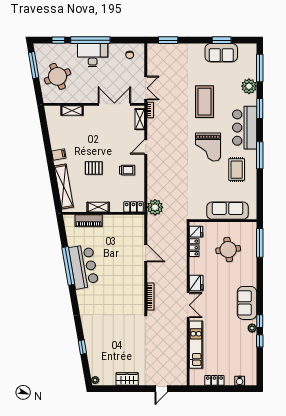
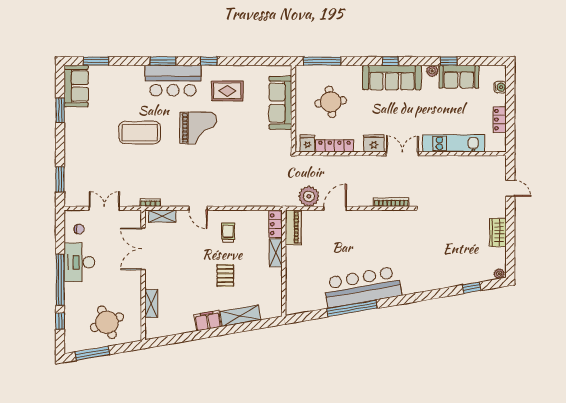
sofa: (221, 53) -> (76, 86), moved
desk: (93, 55) -> (79, 262), moved
window: (260, 68) -> (96, 61), width x0.69
plant: (249, 86) -> (120, 75), removed
double door: (146, 88) -> (104, 208), moved
window: (260, 109) -> (163, 61), moved
filing cabinet: (59, 154) -> (208, 321), width x2.00
window: (260, 155) -> (209, 61), width x0.46
shelving: (64, 187) -> (240, 316), width x0.68
shelving: (98, 207) -> (276, 253), moved
plant: (155, 207) -> (309, 196), moved
piano: (89, 221) -> (293, 227), moved
locker: (194, 248) -> (335, 146), width x1.53
bar counter: (84, 267) -> (362, 287), width x1.36
sofa: (247, 303) -> (392, 78), width x1.36
window: (260, 321) -> (390, 61), moved
window: (82, 347) -> (471, 288), moved
sofa: (248, 349) -> (459, 77), added

